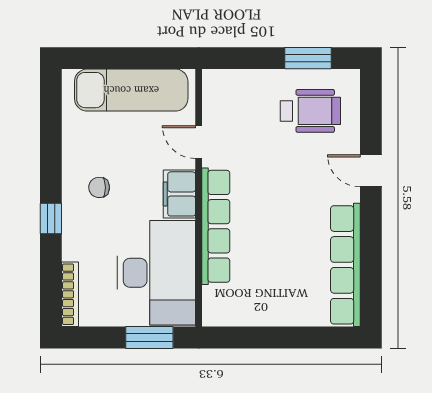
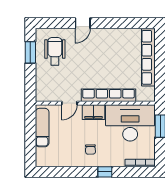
exam couch: (131, 90) -> (42, 128), width x0.73, depth x0.69
row of seats: (345, 265) -> (148, 57), moved, turned 90

